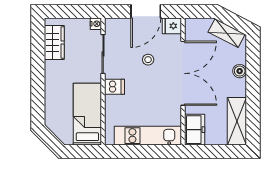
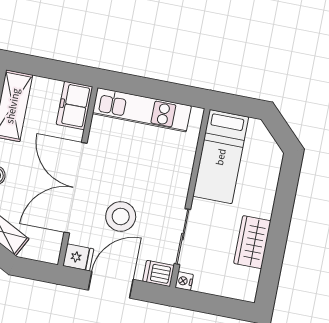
wardrobe: (54, 42) -> (252, 242), moved
stool: (148, 60) -> (121, 216), width x1.89, depth x1.89
dishwasher: (114, 87) -> (159, 273), moved

